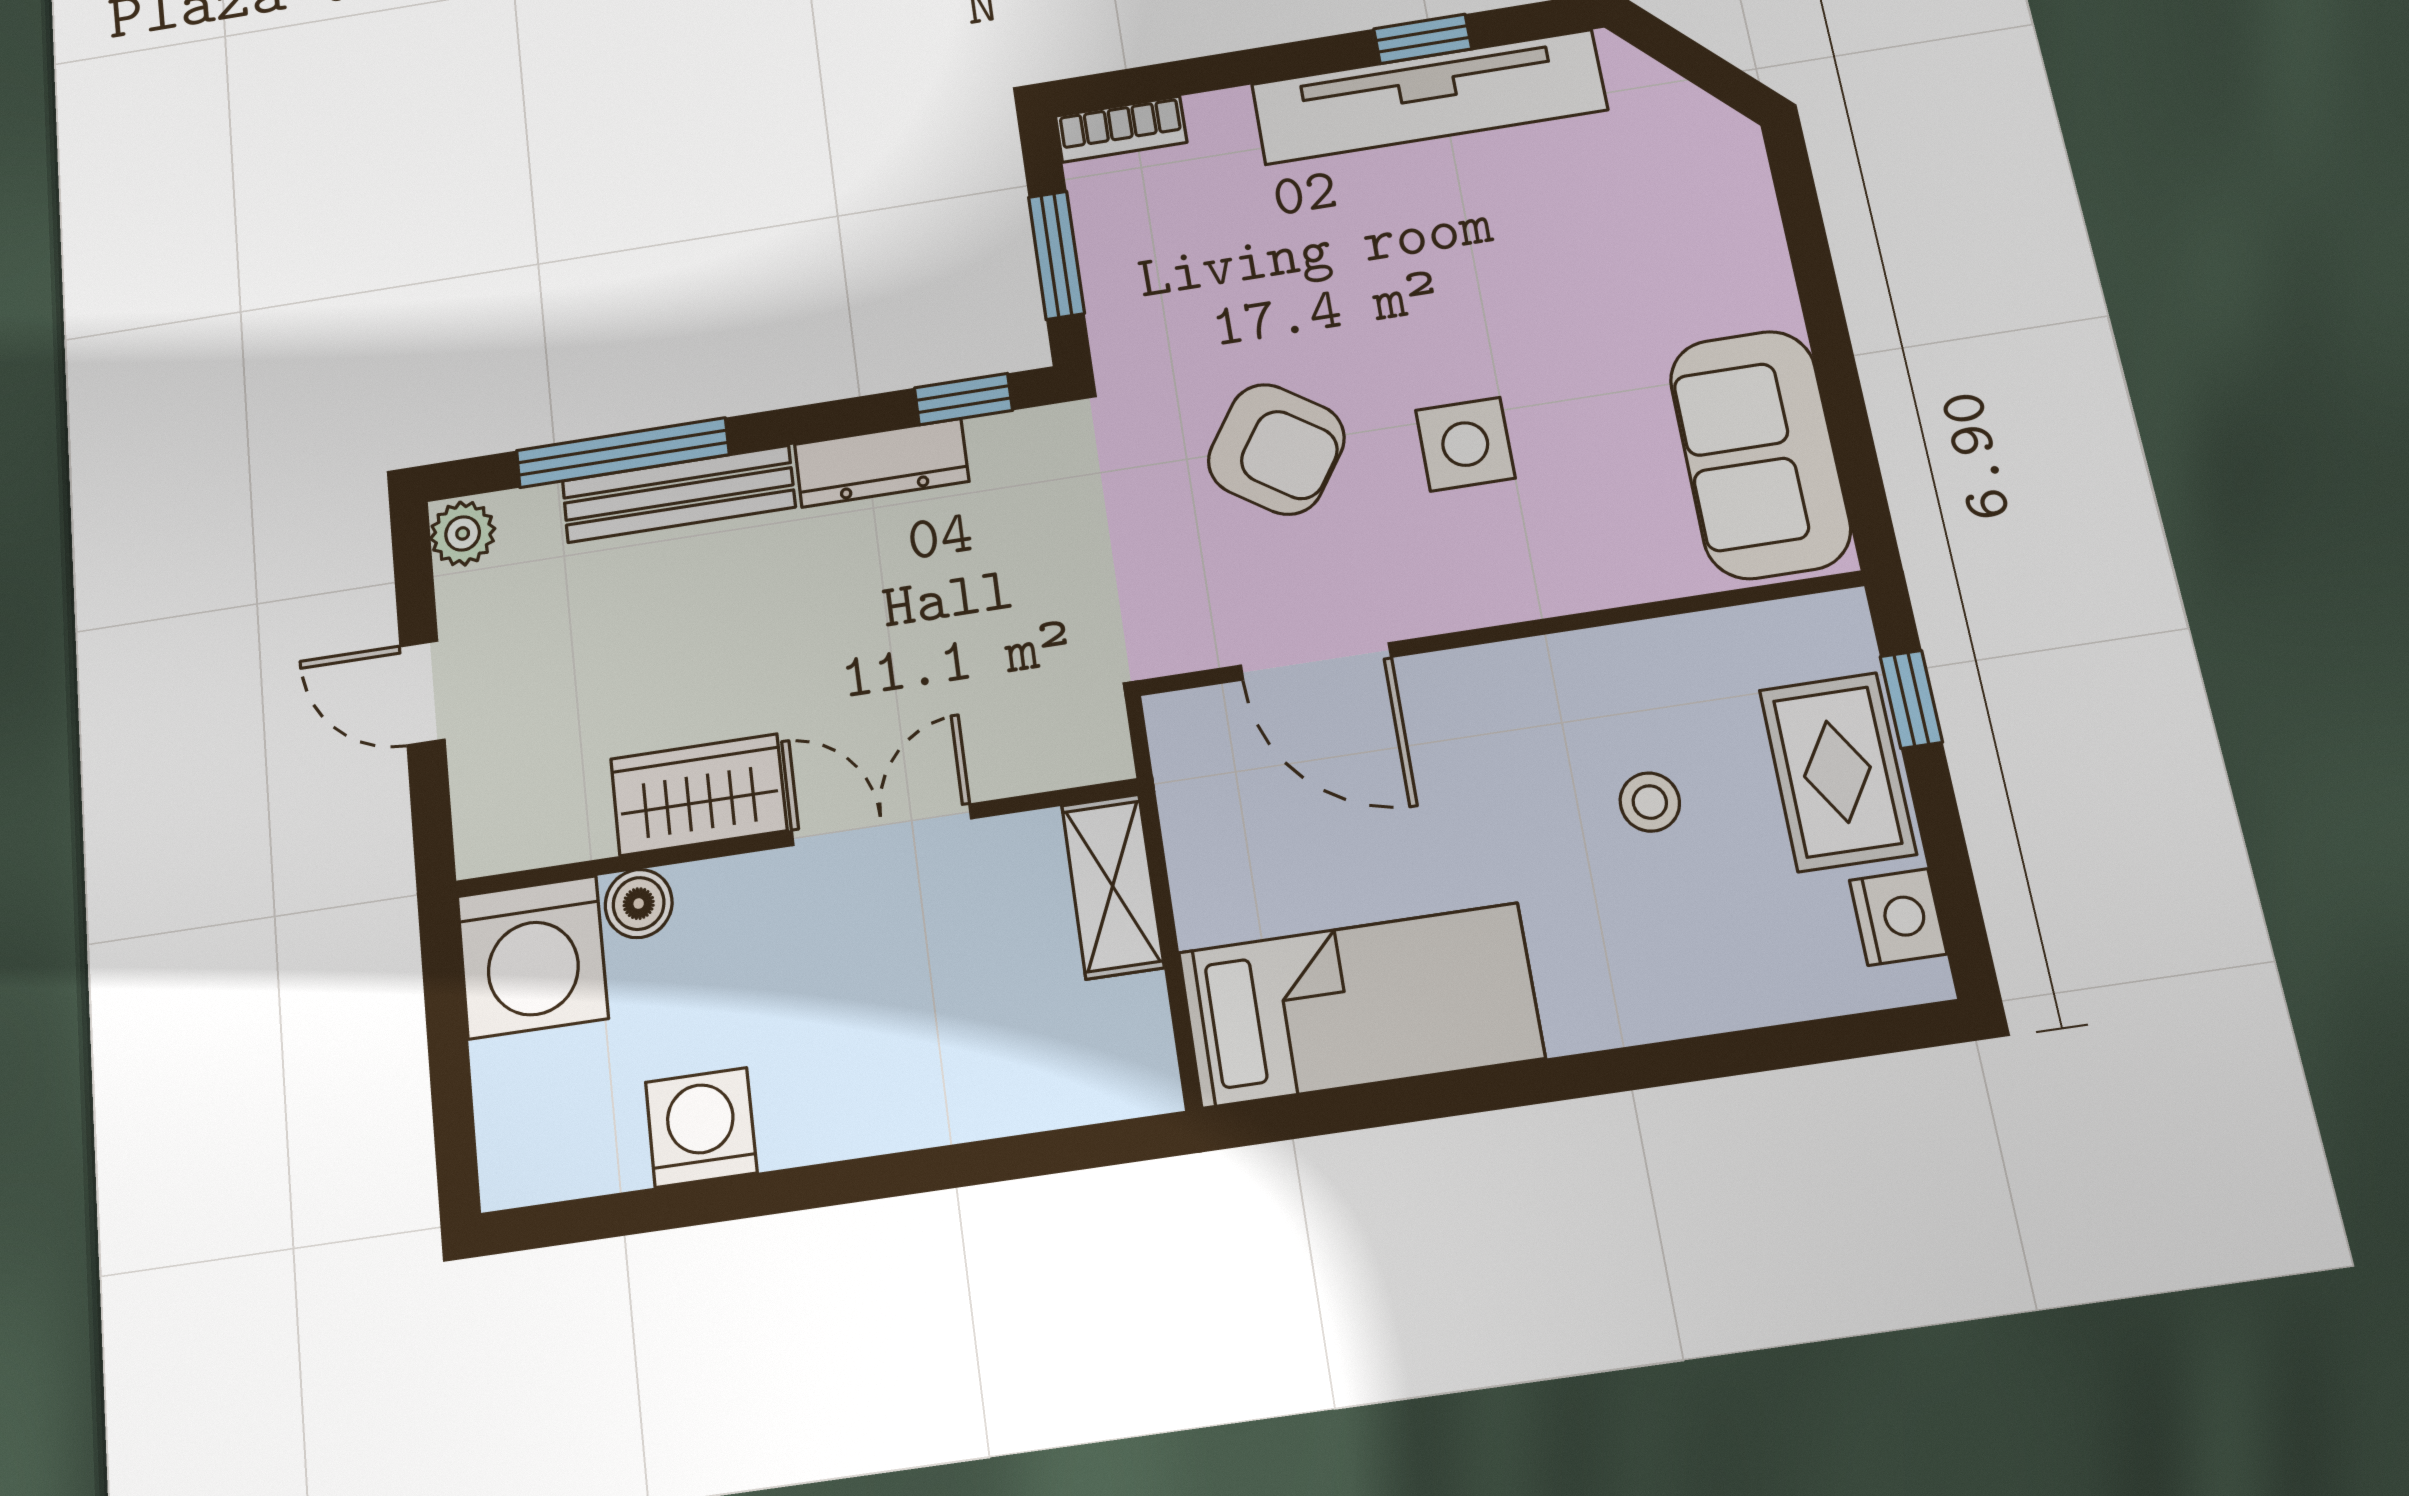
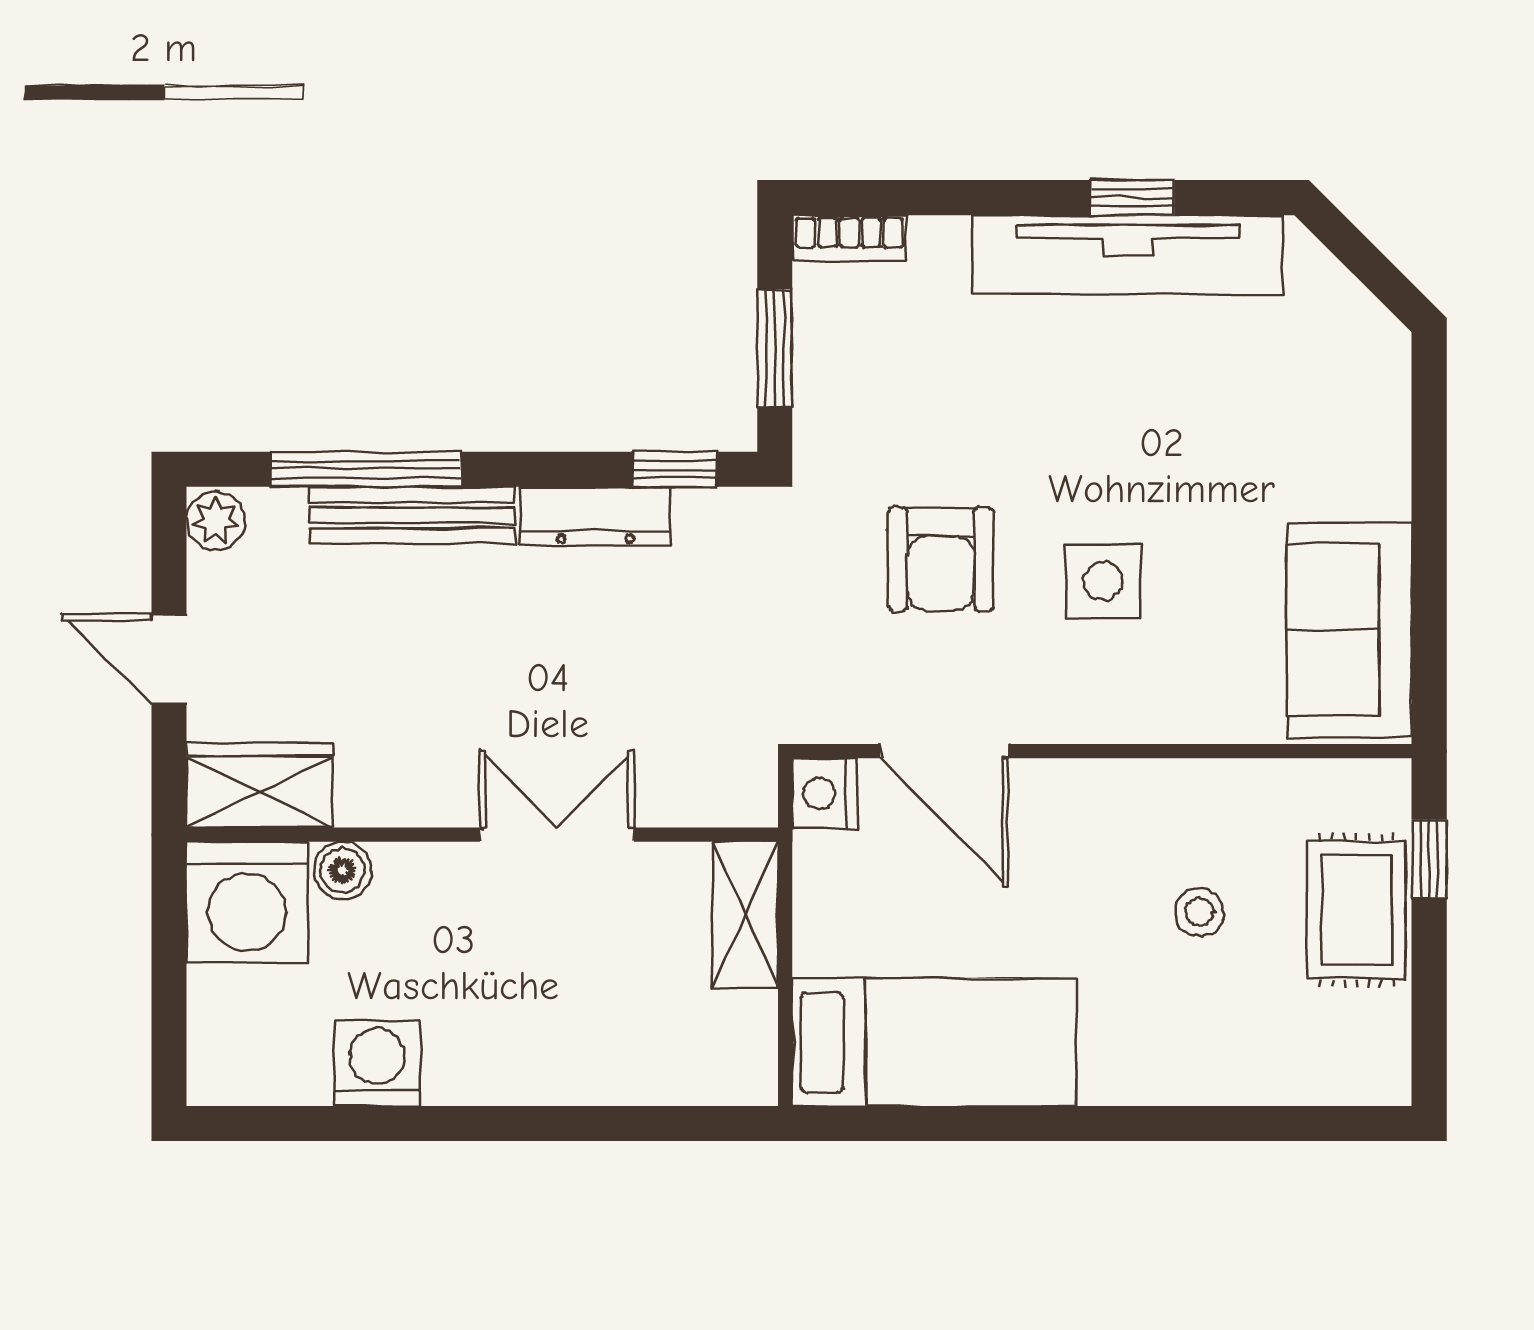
armchair: (1276, 449) -> (941, 559), turned 56
wardrobe: (699, 795) -> (260, 785), moved
nightstand: (1898, 917) -> (824, 793), moved, turned 180

